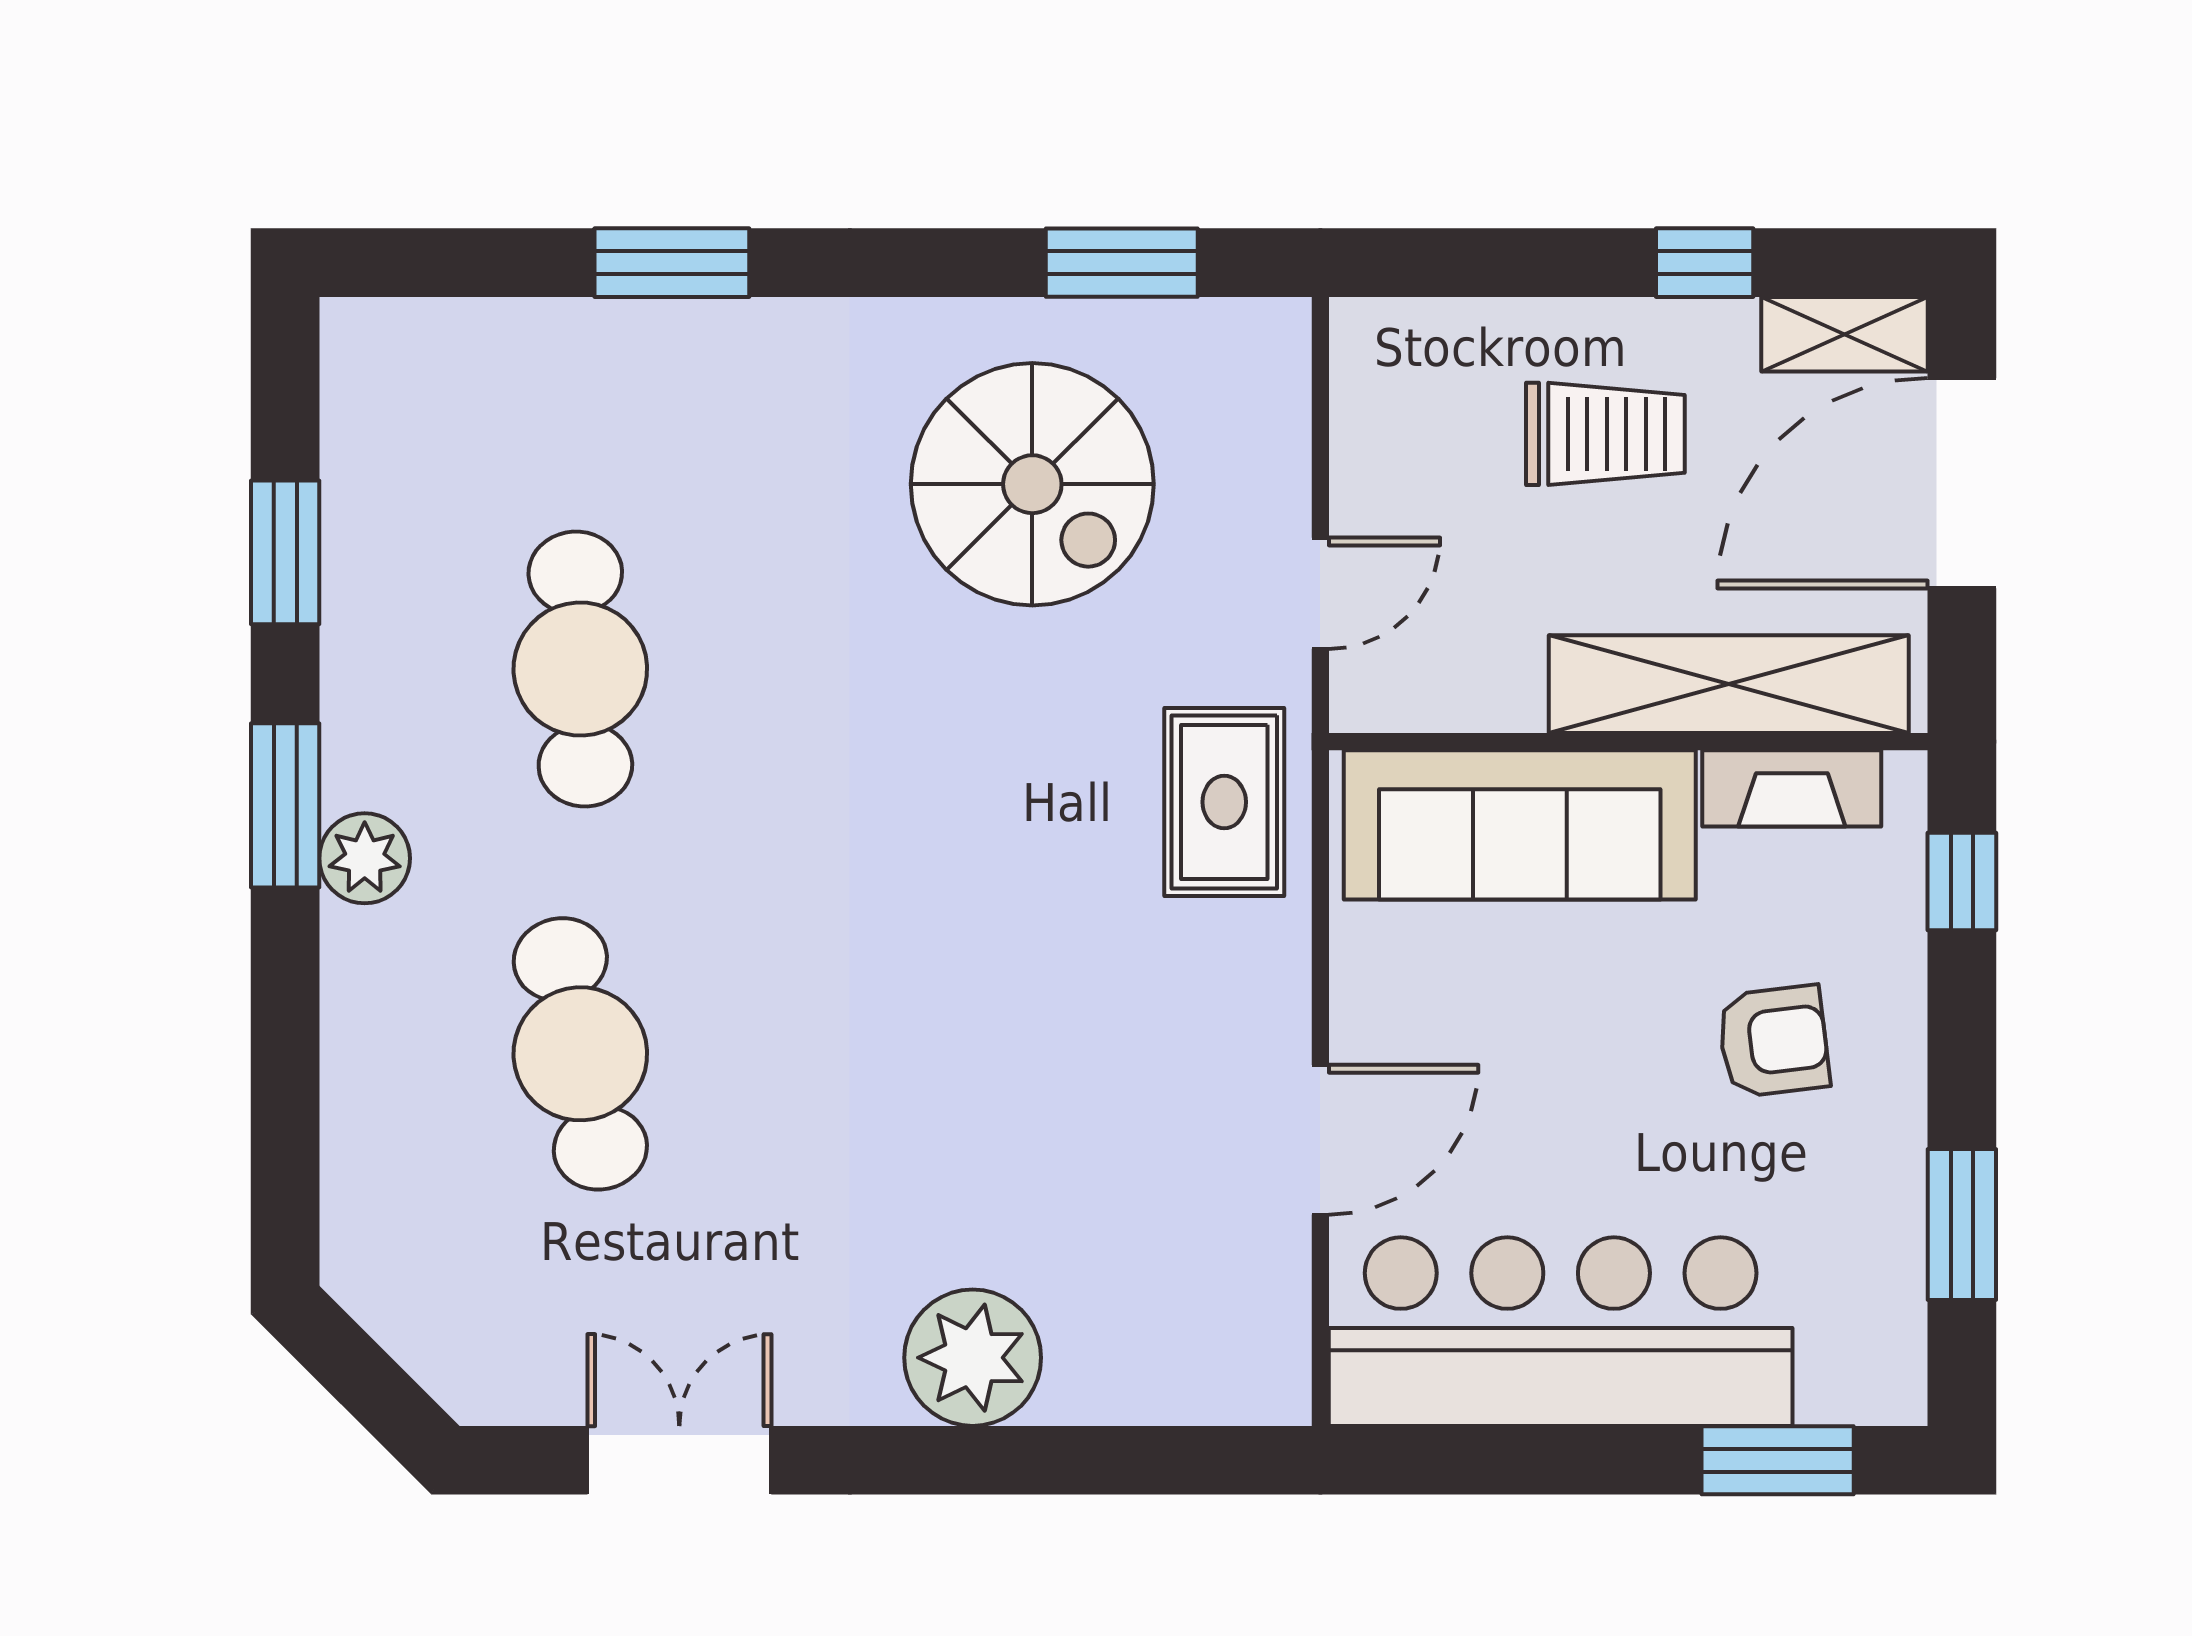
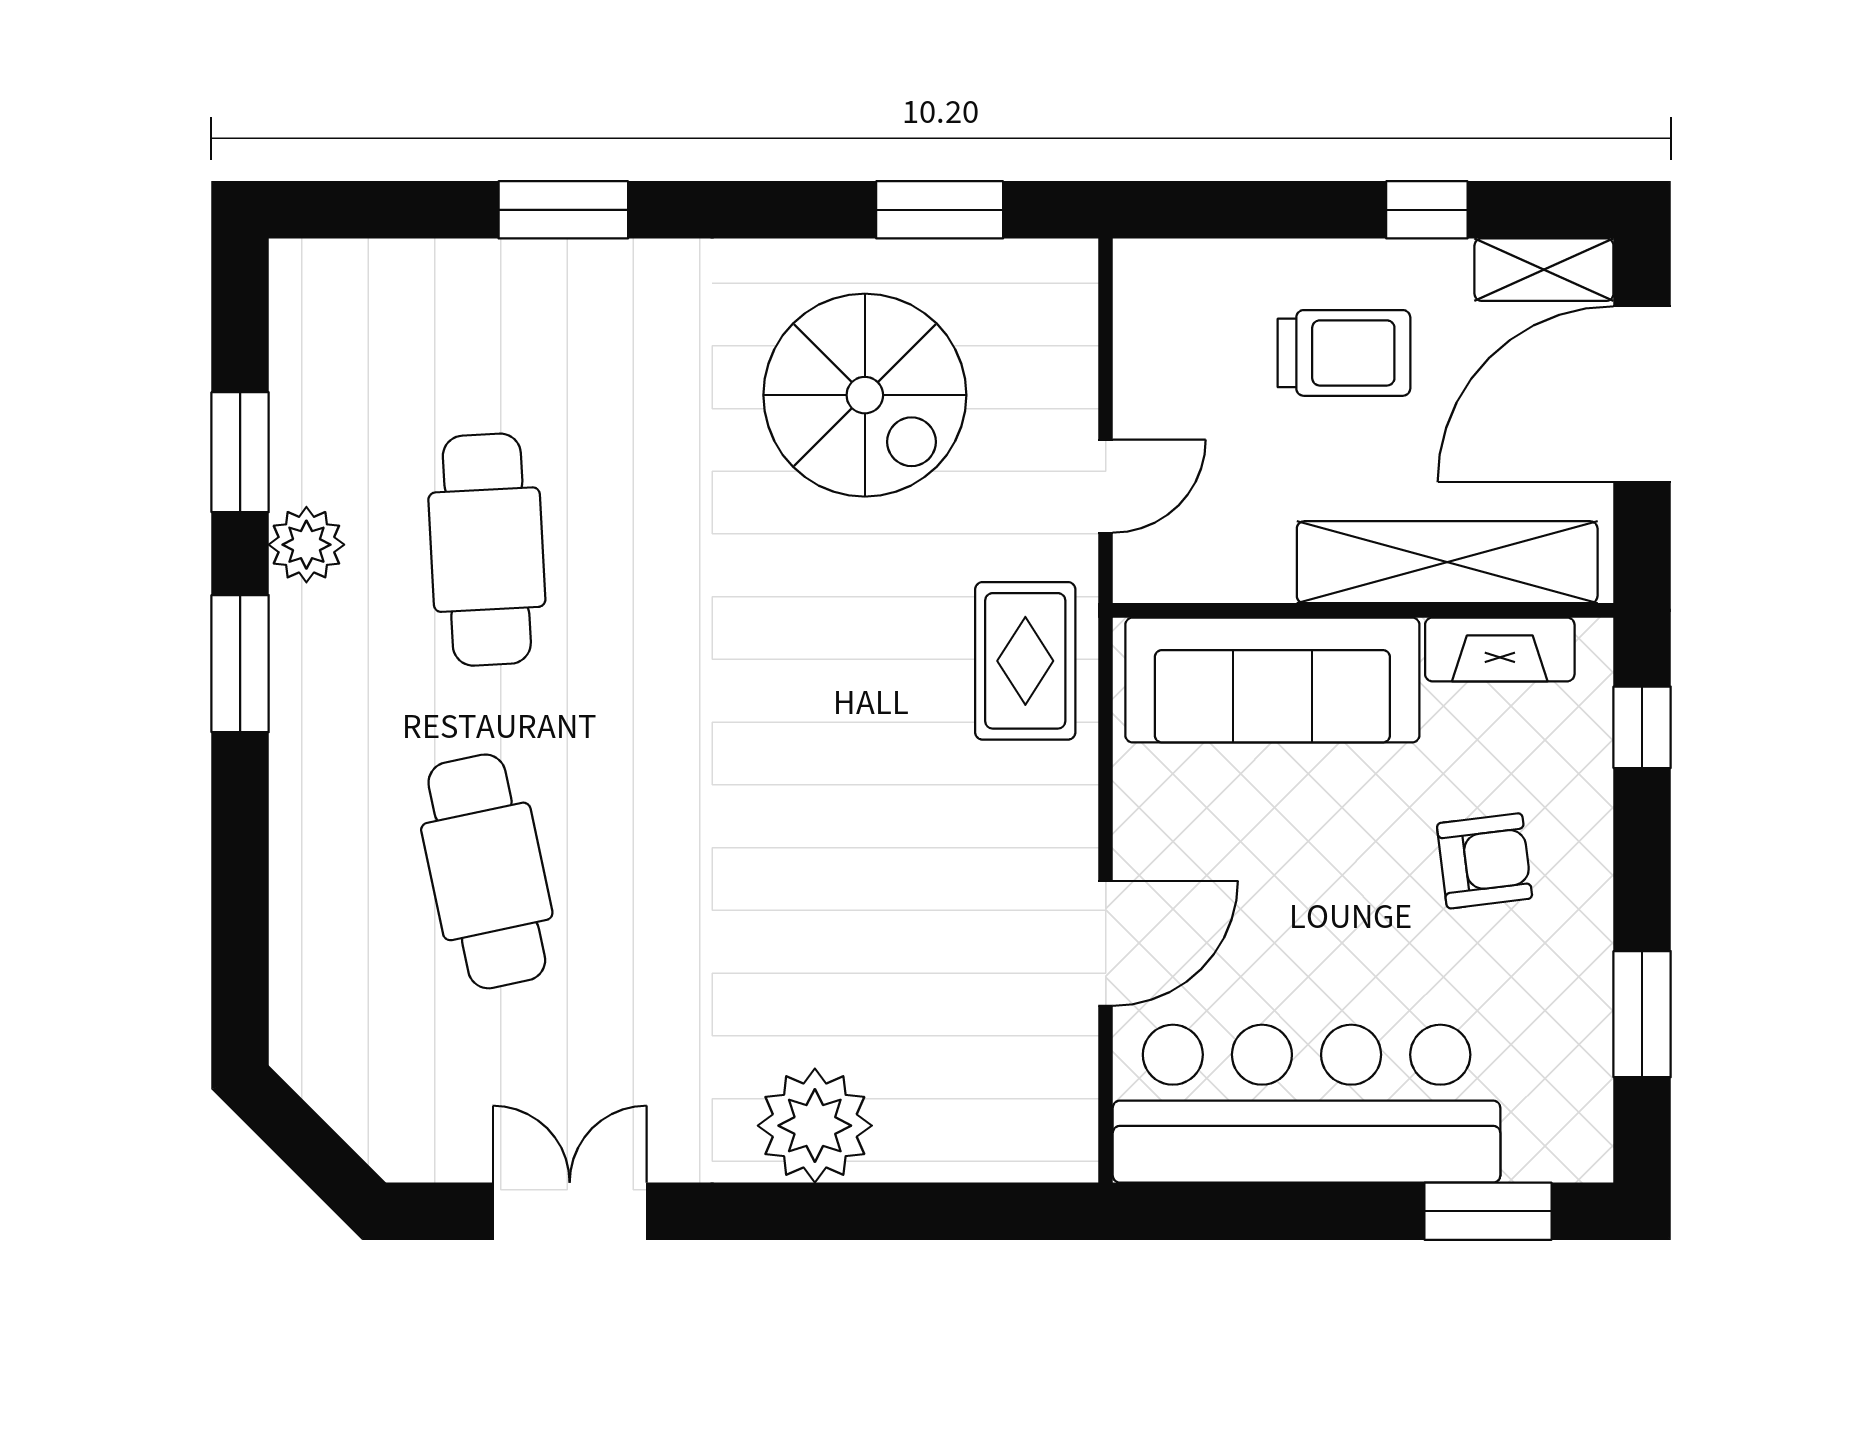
plant: (365, 858) -> (306, 545), moved

